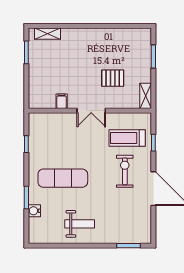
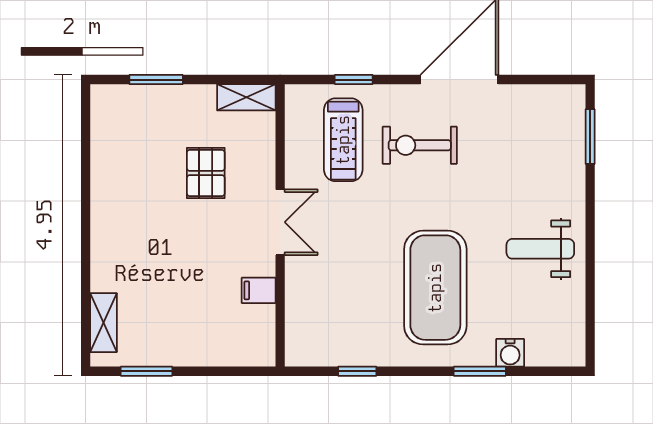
exercise mat: (63, 178) -> (435, 288), width x1.47
weight bench: (80, 224) -> (540, 249), turned -90

